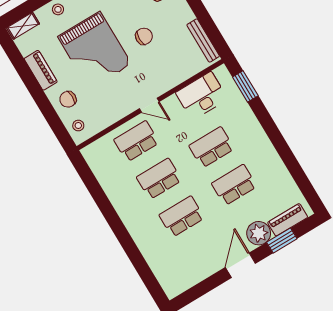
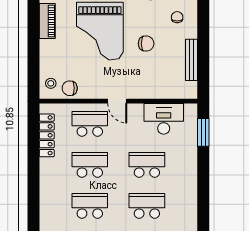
bench: (203, 40) -> (191, 60), moved
chair: (68, 99) -> (70, 88), moved
locker: (103, 175) -> (47, 135), added

